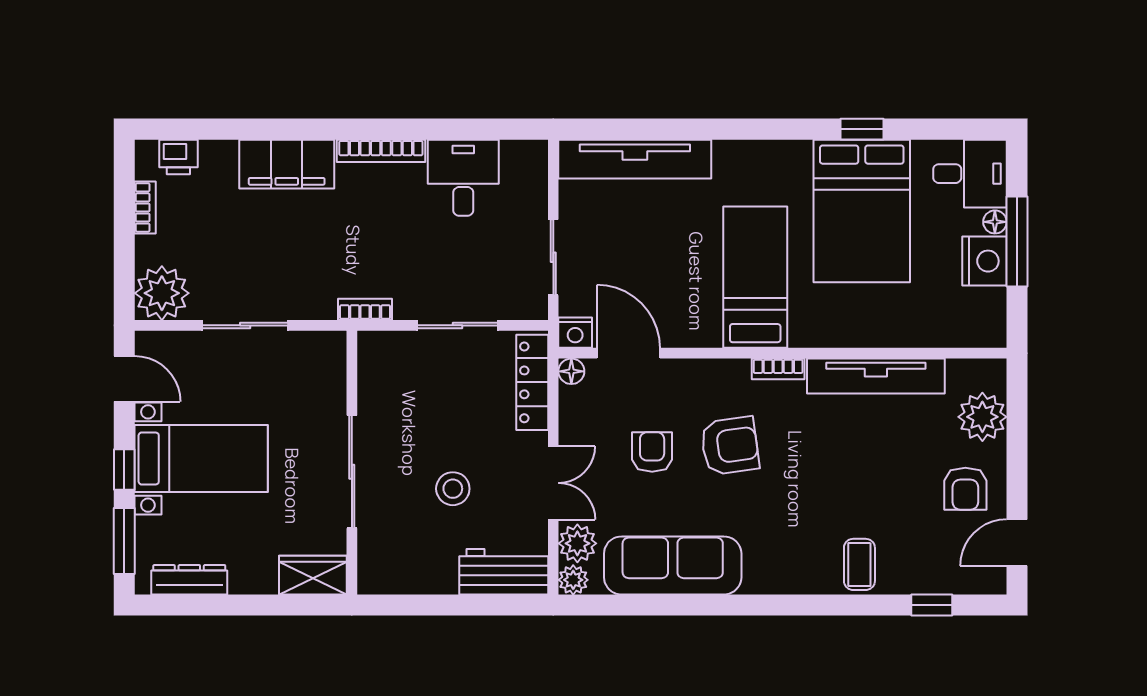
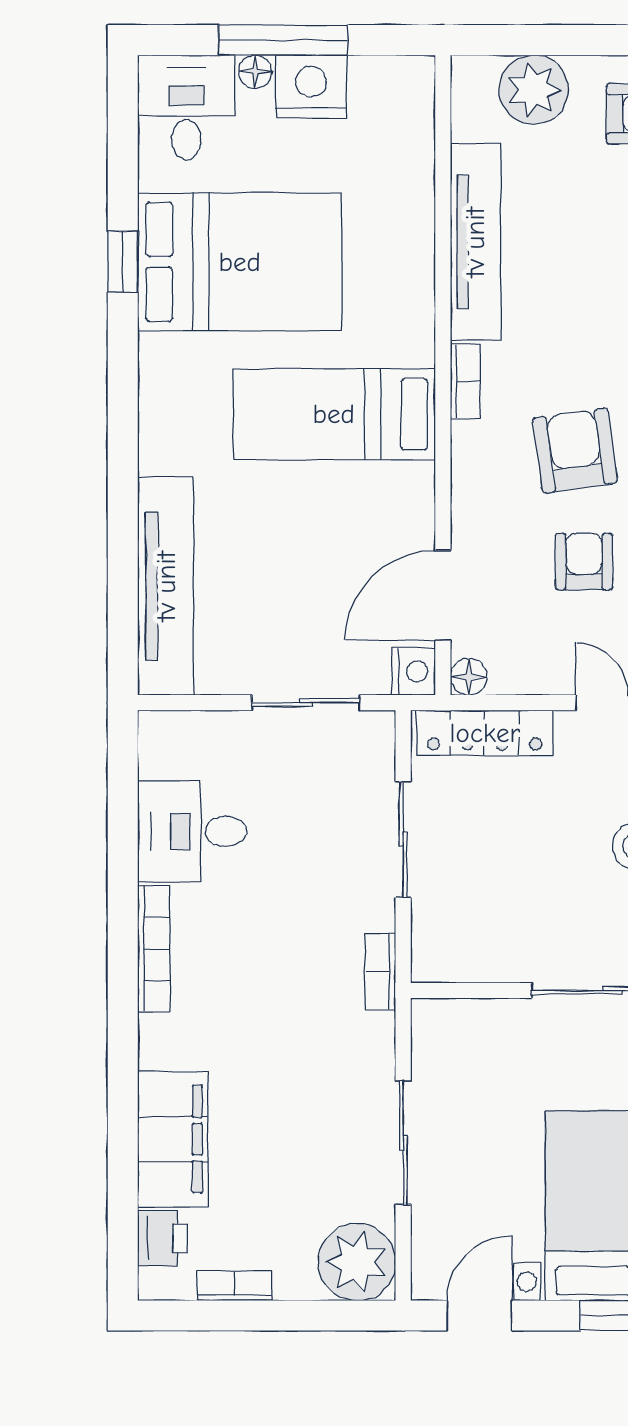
filing cabinet: (287, 164) -> (173, 1139), moved
armchair: (652, 452) -> (584, 562), turned 90

